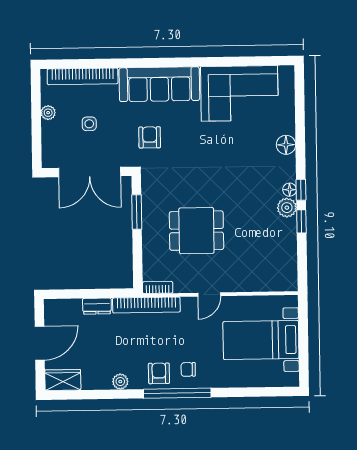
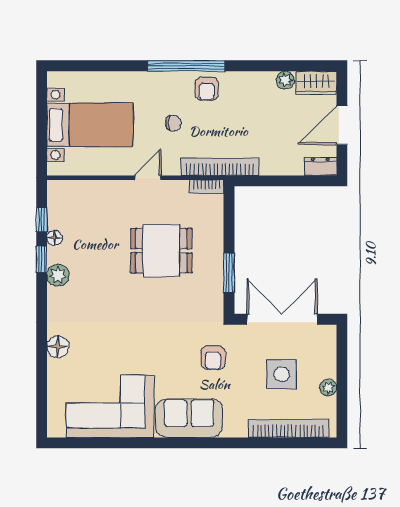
sofa: (159, 84) -> (189, 418), width x0.73
side table: (89, 124) -> (282, 374), width x1.87, depth x1.87
floor lamp: (290, 190) -> (55, 238), moved
window: (301, 190) -> (42, 220), moved
dresser: (97, 306) -> (320, 166), moved
chair: (188, 369) -> (173, 123), moved
plant: (120, 382) -> (285, 80), moved

